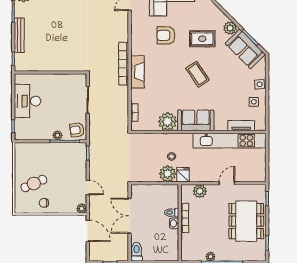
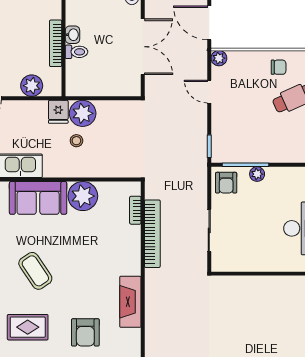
armchair: (166, 35) -> (85, 332), turned 90
bookcase: (124, 64) -> (152, 234), moved
fireplace: (138, 72) -> (130, 302), moved
armchair: (77, 130) -> (226, 183), turned 97

